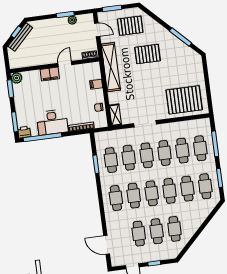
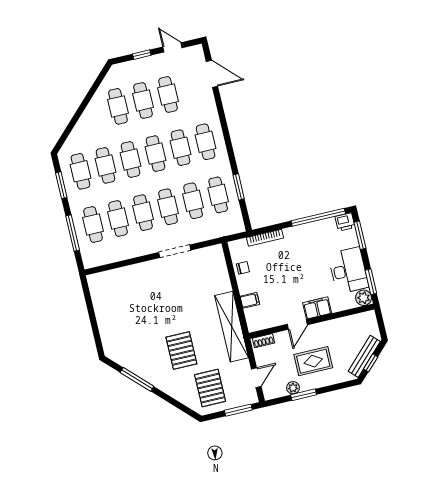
pallet: (130, 26) -> (210, 388), turned 90
door: (97, 30) -> (256, 378), swing flipped
rug: (56, 37) -> (313, 361), added
pallet: (148, 54) -> (181, 350), turned 90
pallet: (184, 100) -> (123, 291), removed
shelving: (115, 115) -> (218, 259), removed
desk: (52, 122) -> (348, 271), moved, turned 90

